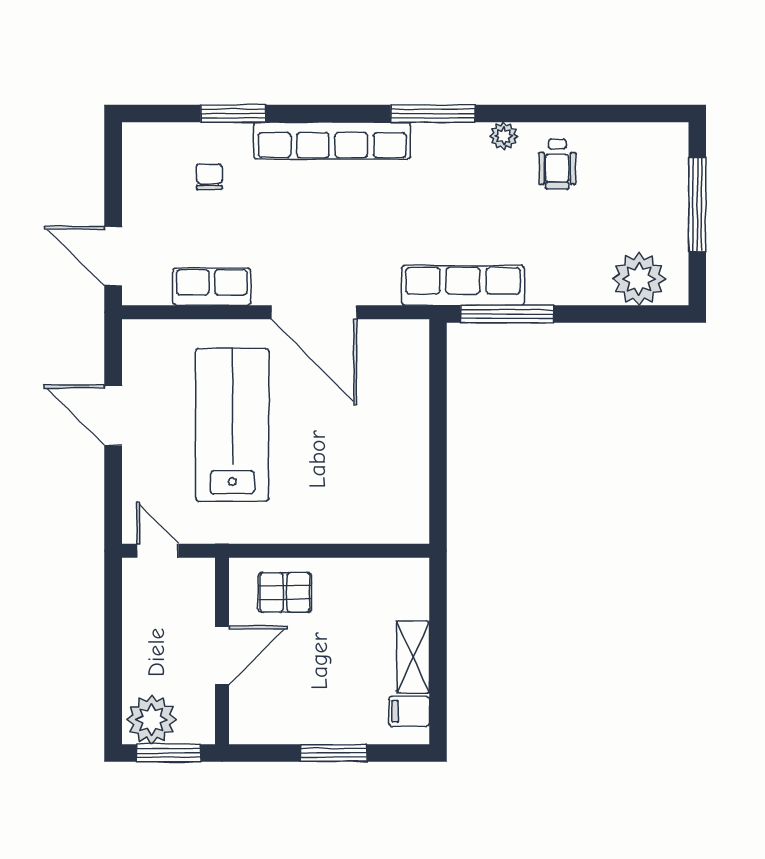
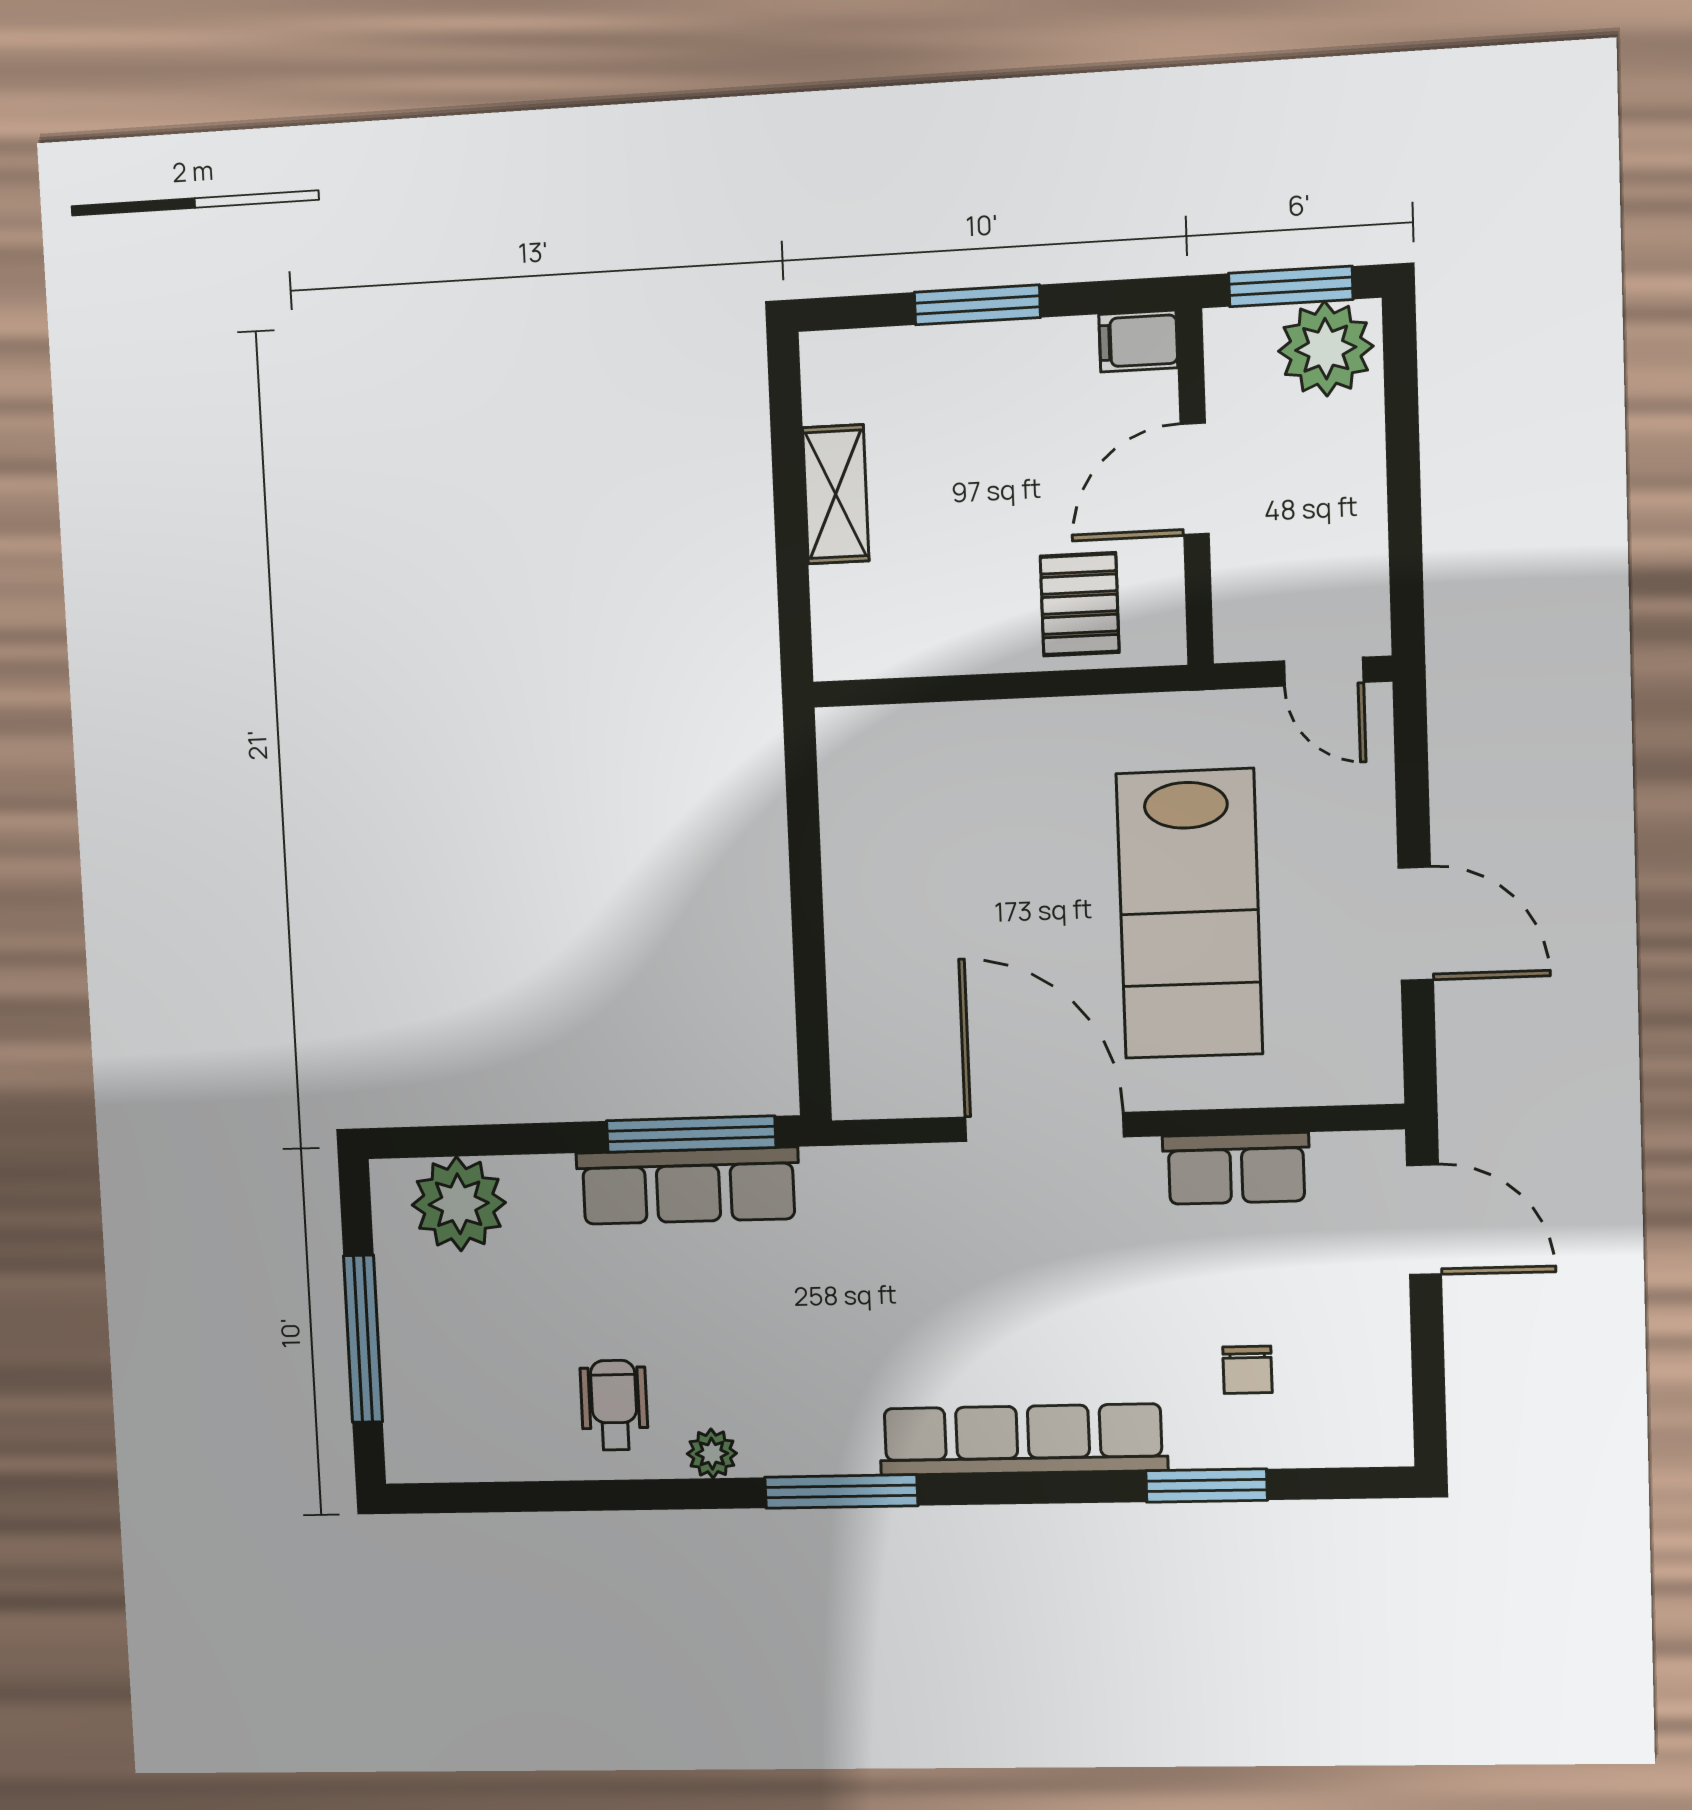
row of seats: (463, 285) -> (688, 1186), moved
pallet: (285, 592) -> (1080, 604), turned 90
filing cabinet: (409, 711) -> (1138, 341), moved, turned 180

